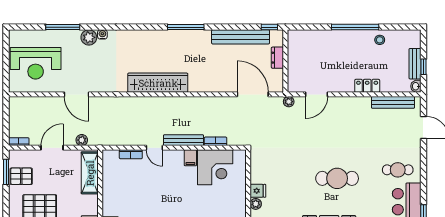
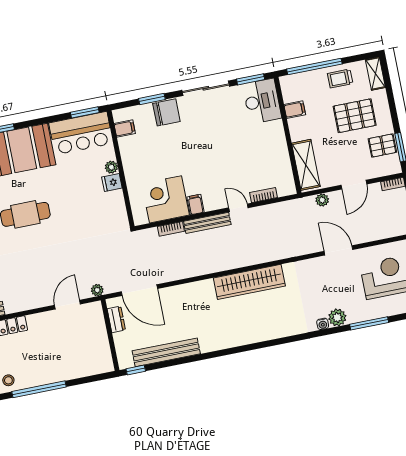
window: (186, 27) -> (230, 351), removed
dresser: (277, 58) -> (116, 319), moved

